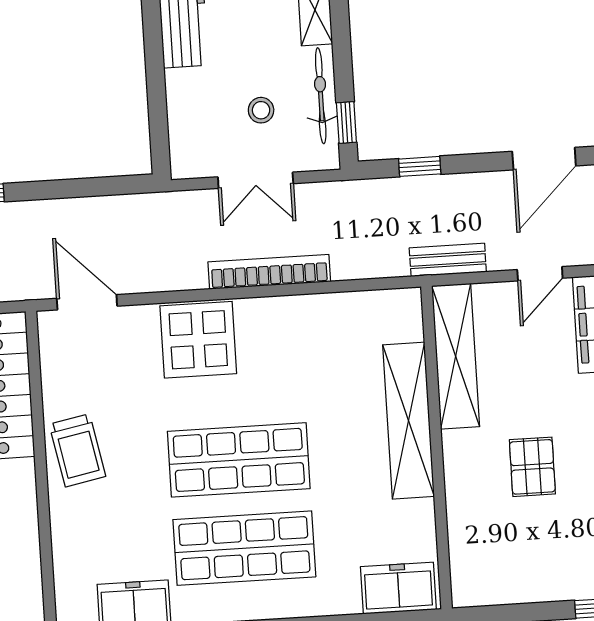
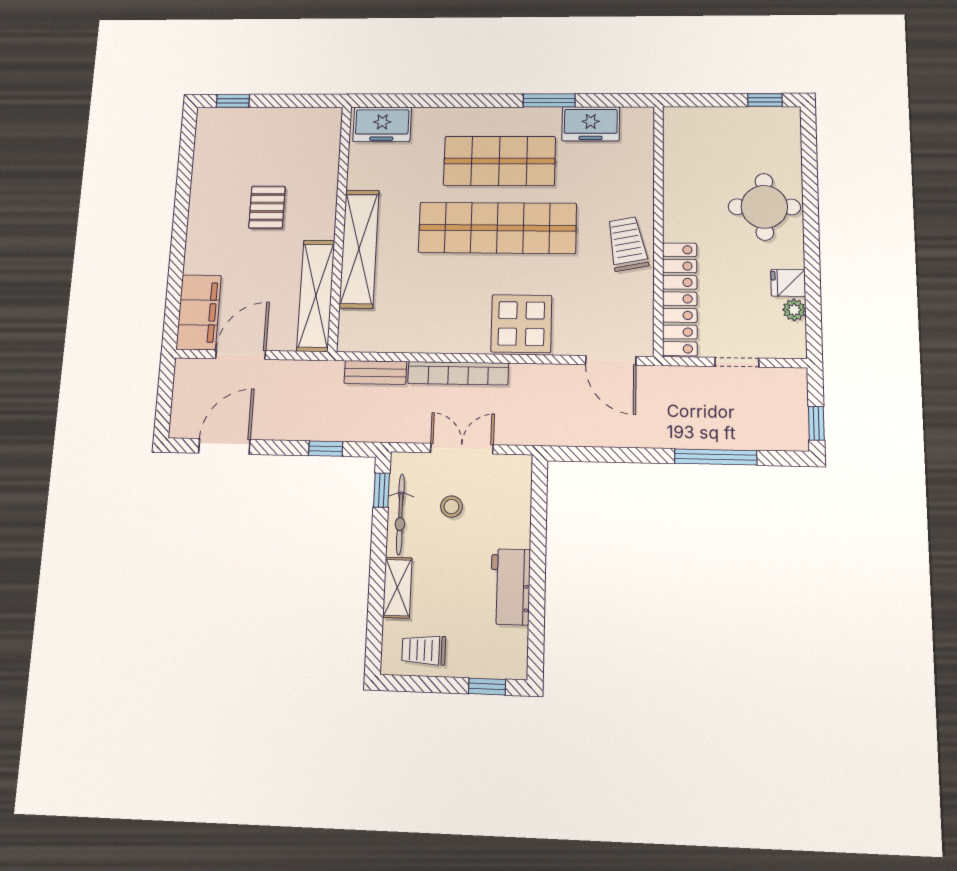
bench: (448, 260) -> (375, 372), moved
door: (540, 274) -> (241, 355), width x1.38
shop shelf: (239, 460) -> (497, 228), width x1.40

